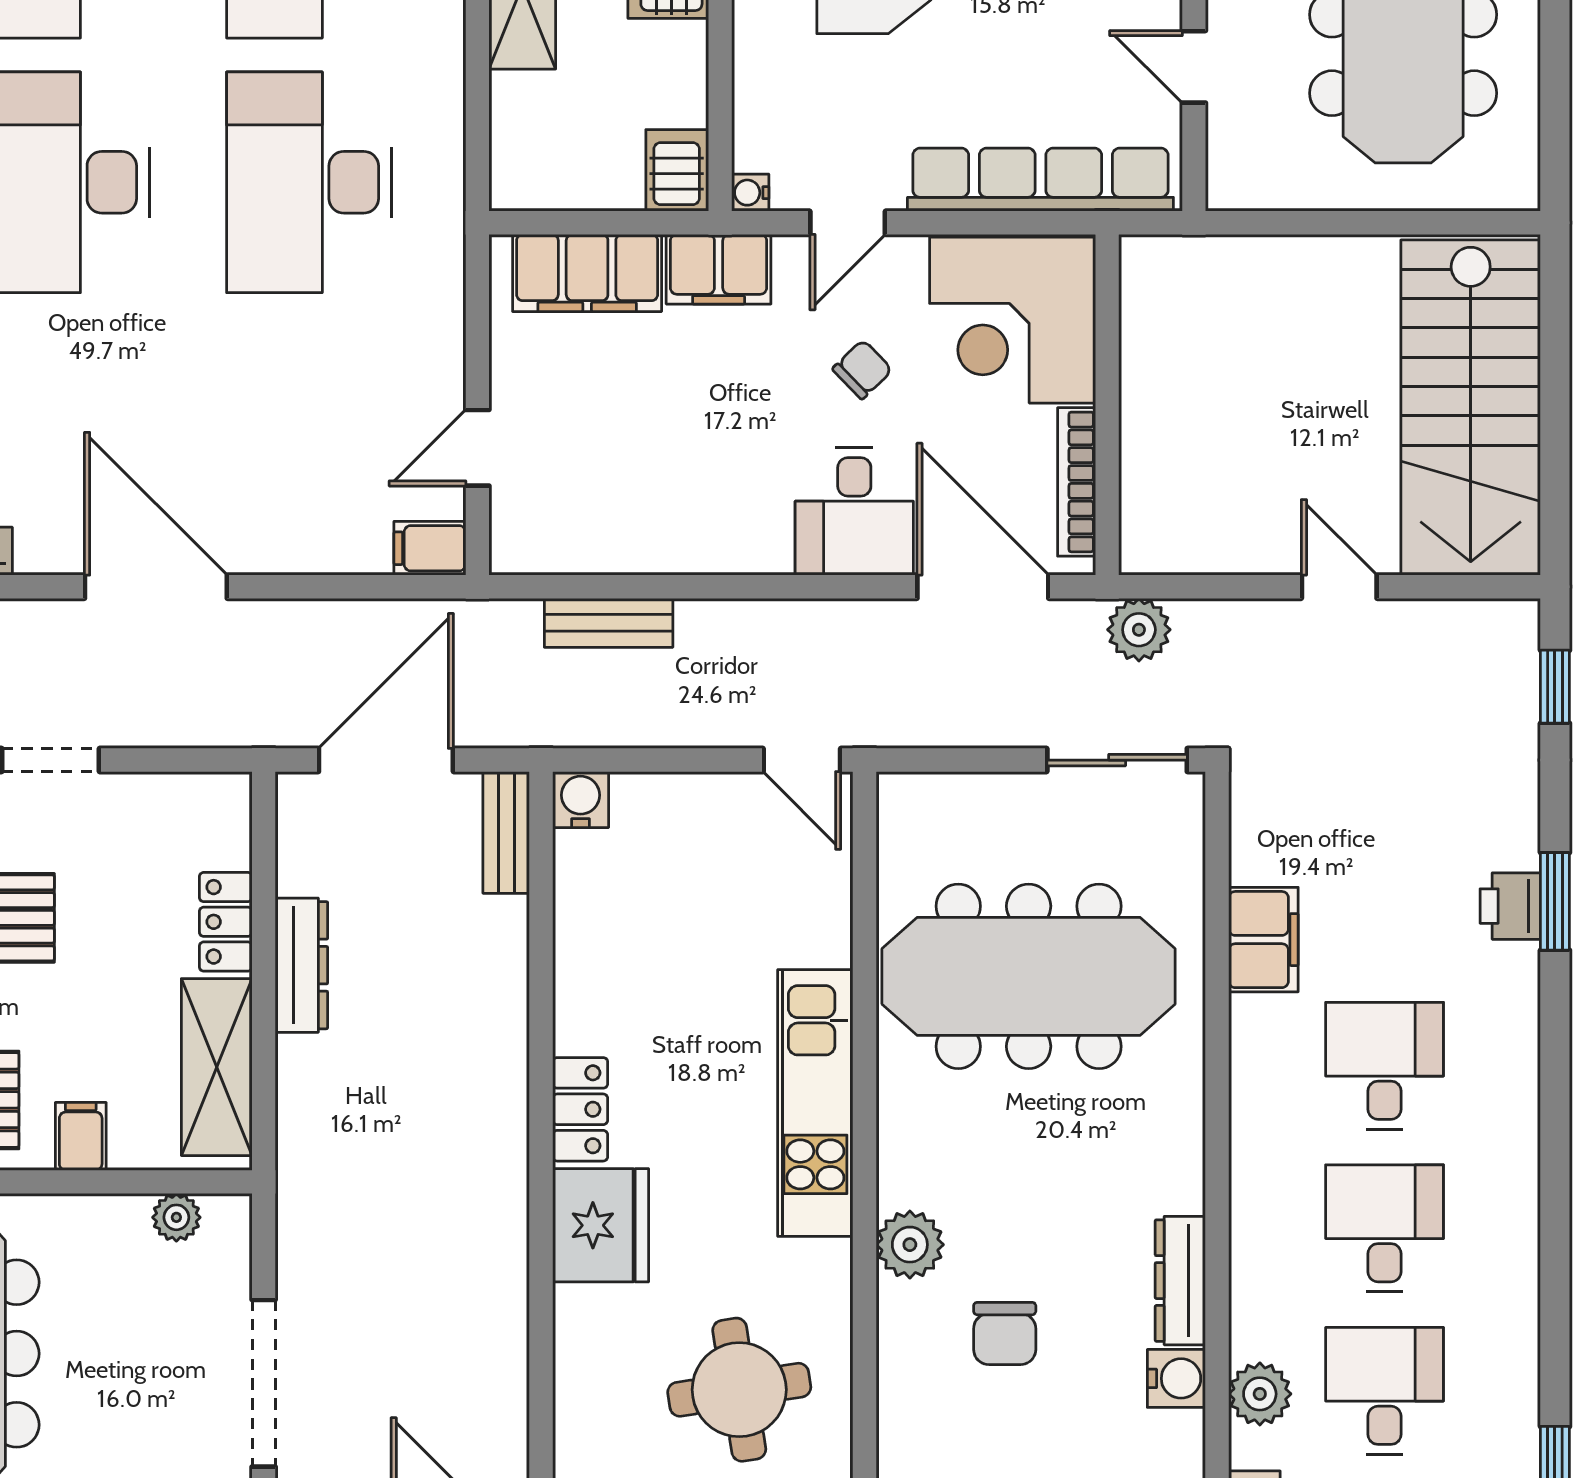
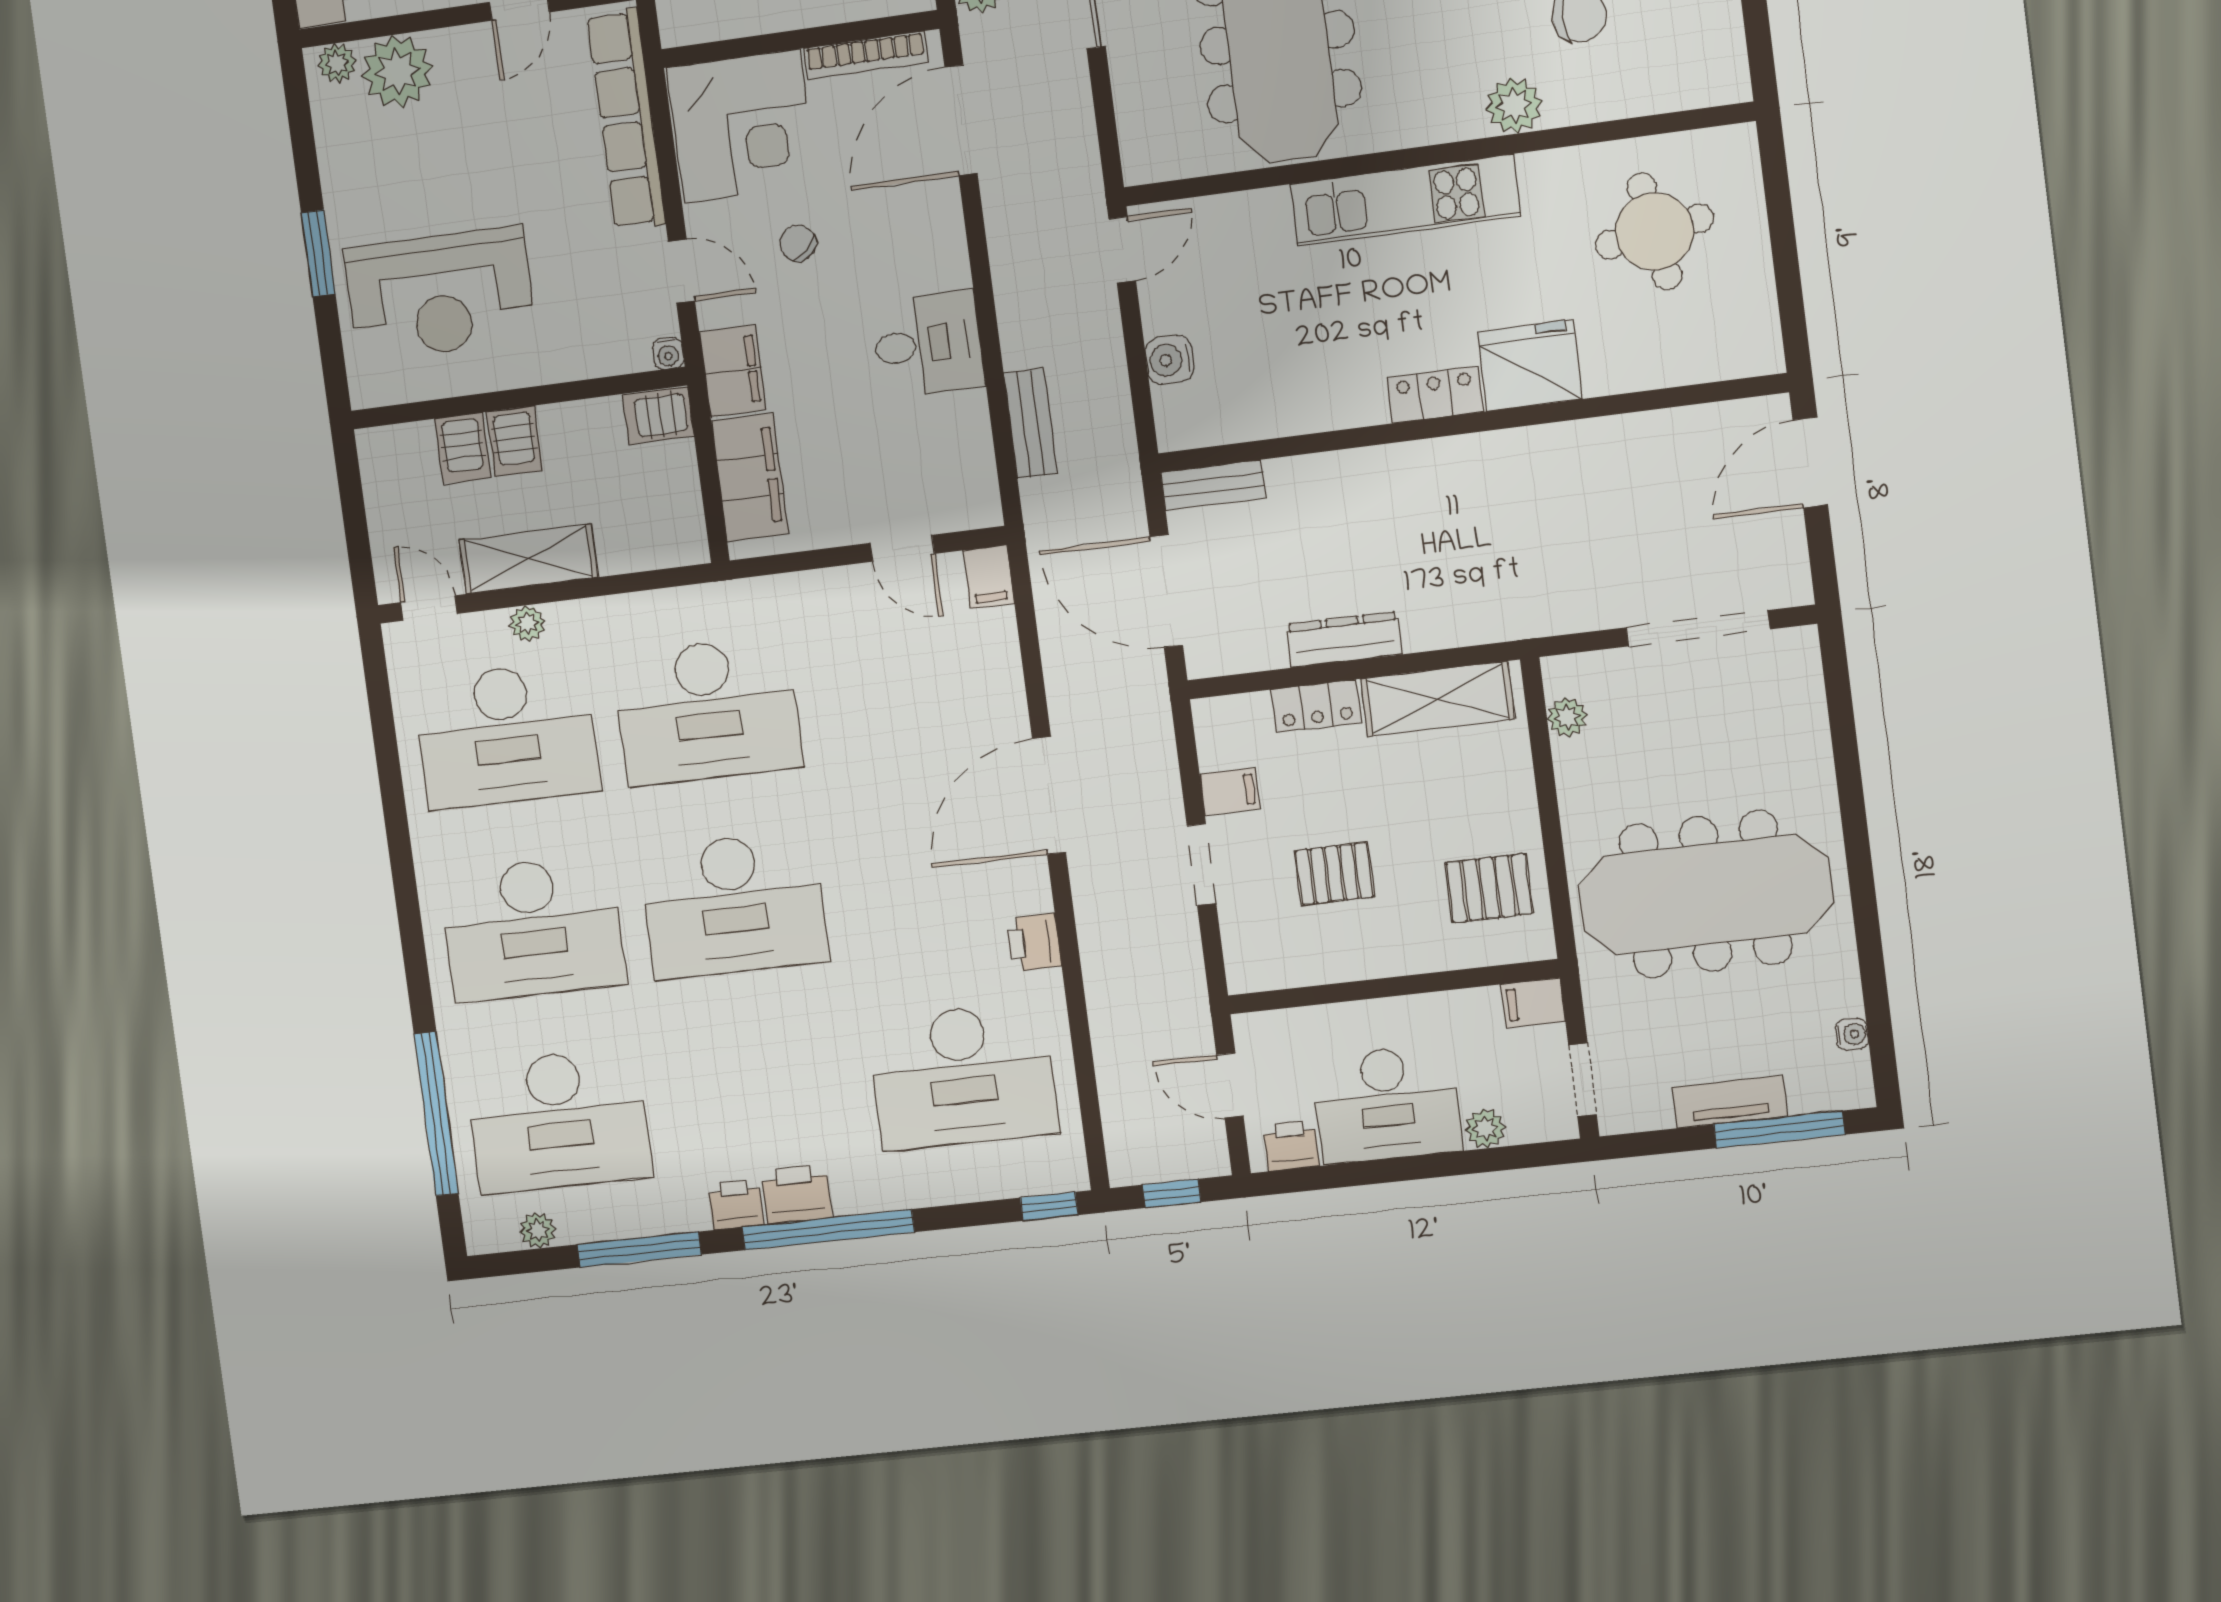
desk: (854, 511) -> (928, 344), moved
water cooler: (581, 800) -> (1169, 360), moved
filing cabinet: (81, 1136) -> (1230, 792), moved, turned 180

